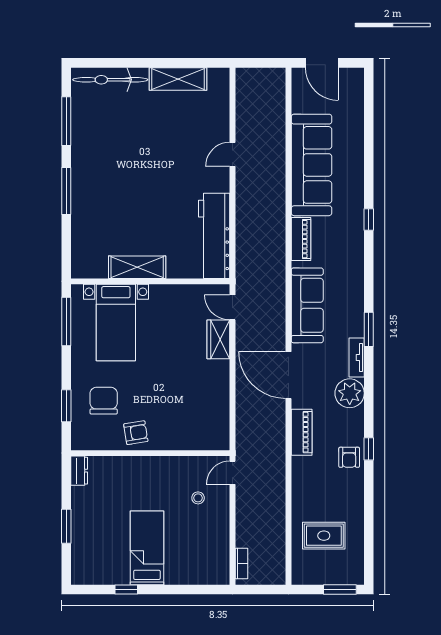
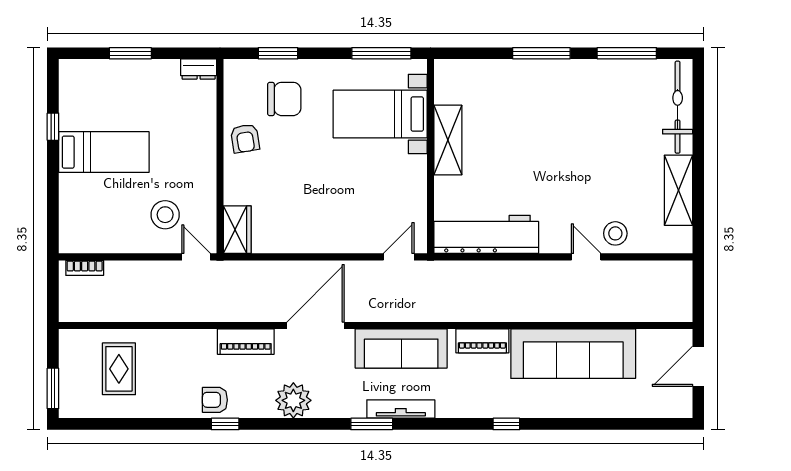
stool: (213, 131) -> (615, 233), added
wardrobe: (218, 339) -> (237, 230), moved, turned 90
tv unit: (357, 358) -> (401, 409), moved, width x1.41
stool: (198, 498) -> (165, 215), width x1.89, depth x1.89

